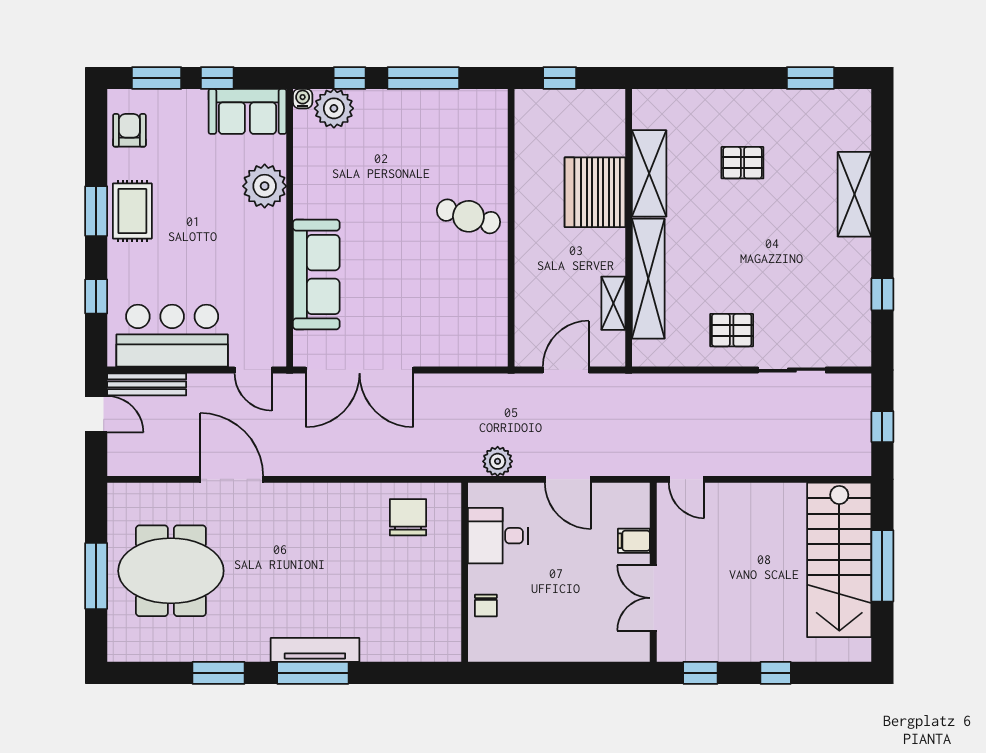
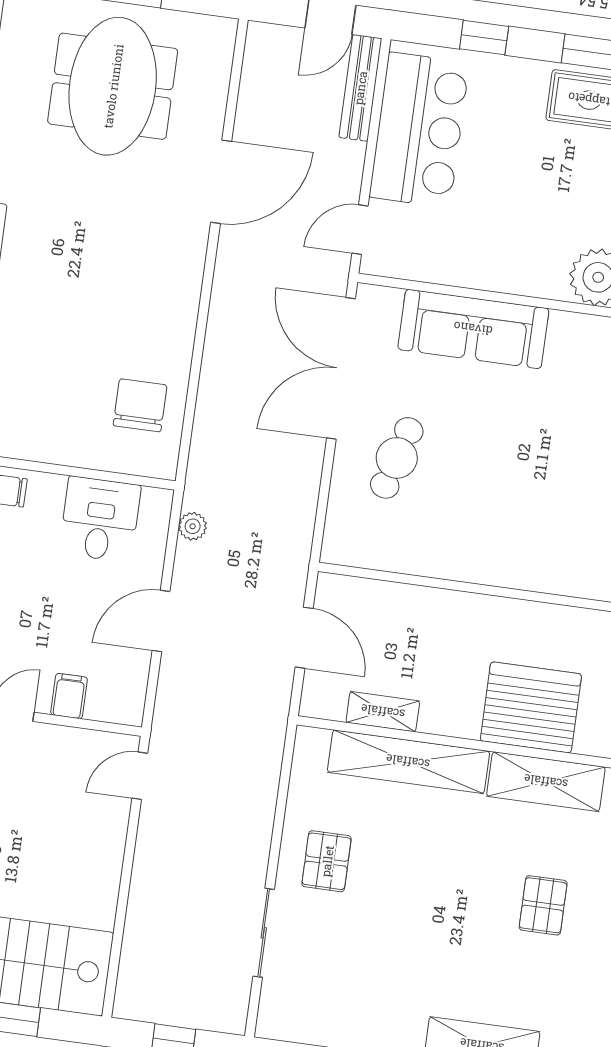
cafe table: (468, 216) -> (397, 458), moved
plant: (498, 461) -> (193, 526), width x0.73, depth x0.73
chair: (408, 517) -> (140, 405), turned -90

